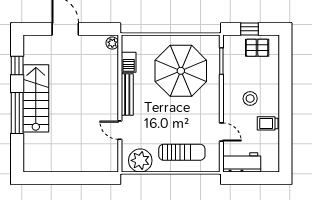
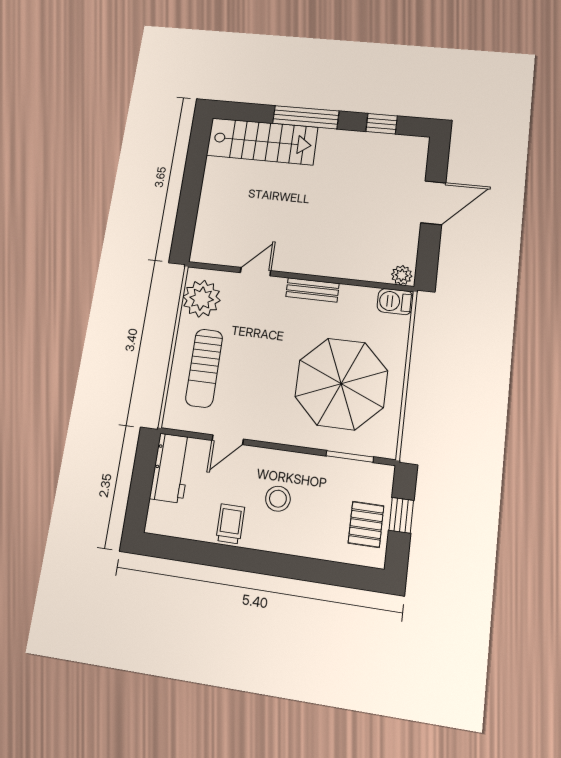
barbecue: (129, 62) -> (395, 302), moved
bench: (127, 95) -> (312, 290), width x0.73
stairs: (36, 98) -> (262, 141), moved

